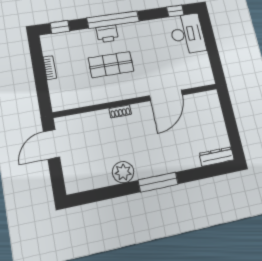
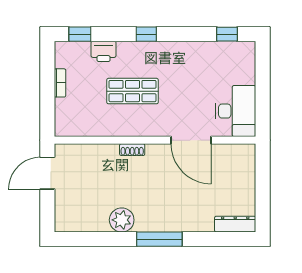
window: (113, 20) -> (146, 34), width x0.32
printer: (107, 34) -> (104, 51), moved
desk: (187, 34) -> (236, 111), moved
door: (166, 95) -> (191, 140), hinge flipped

